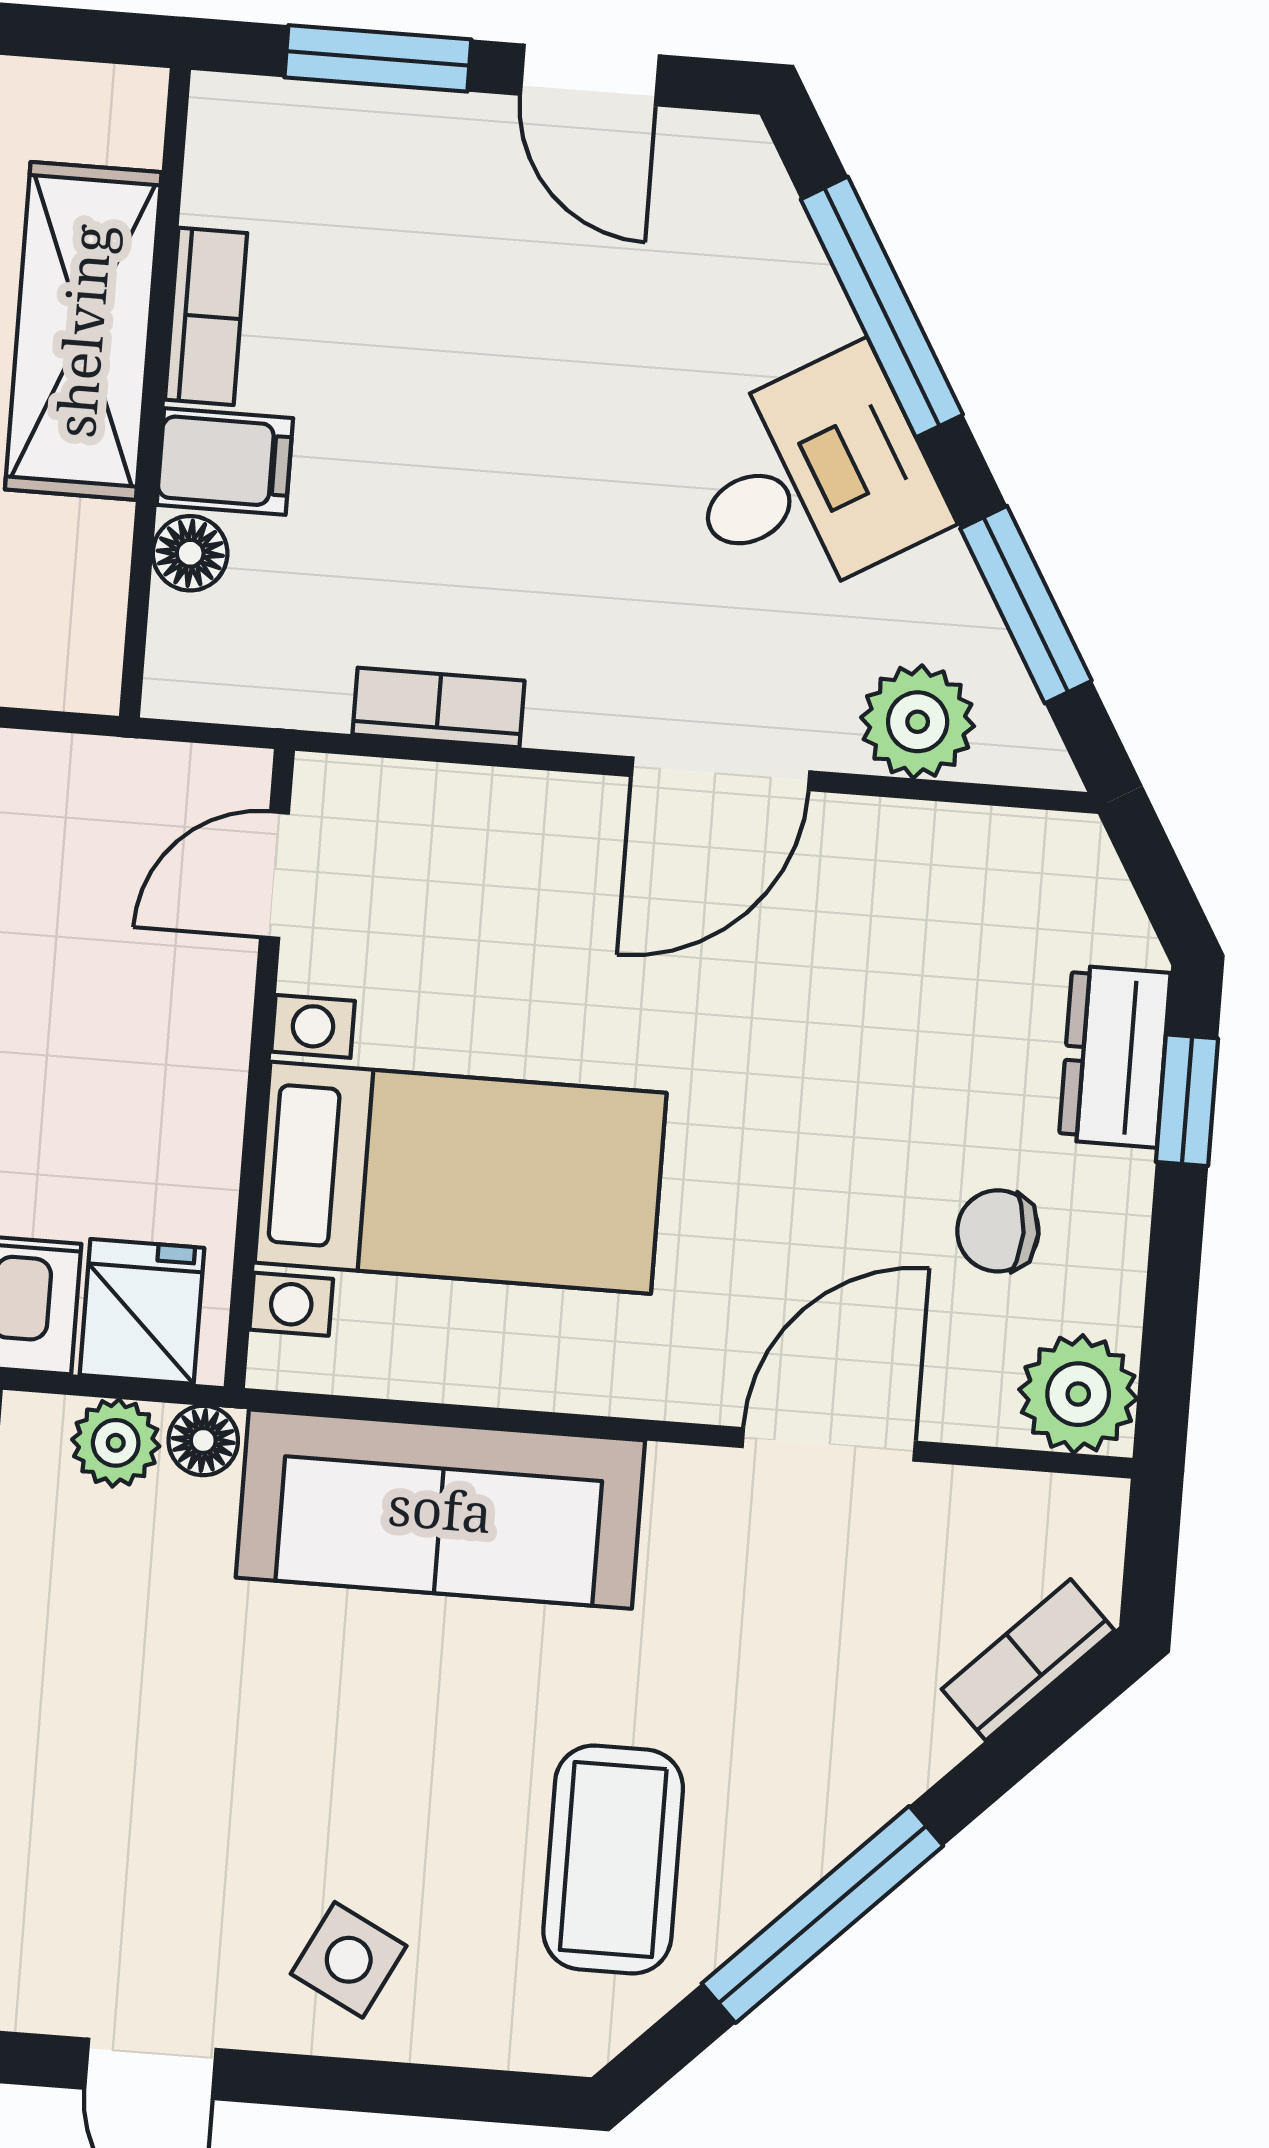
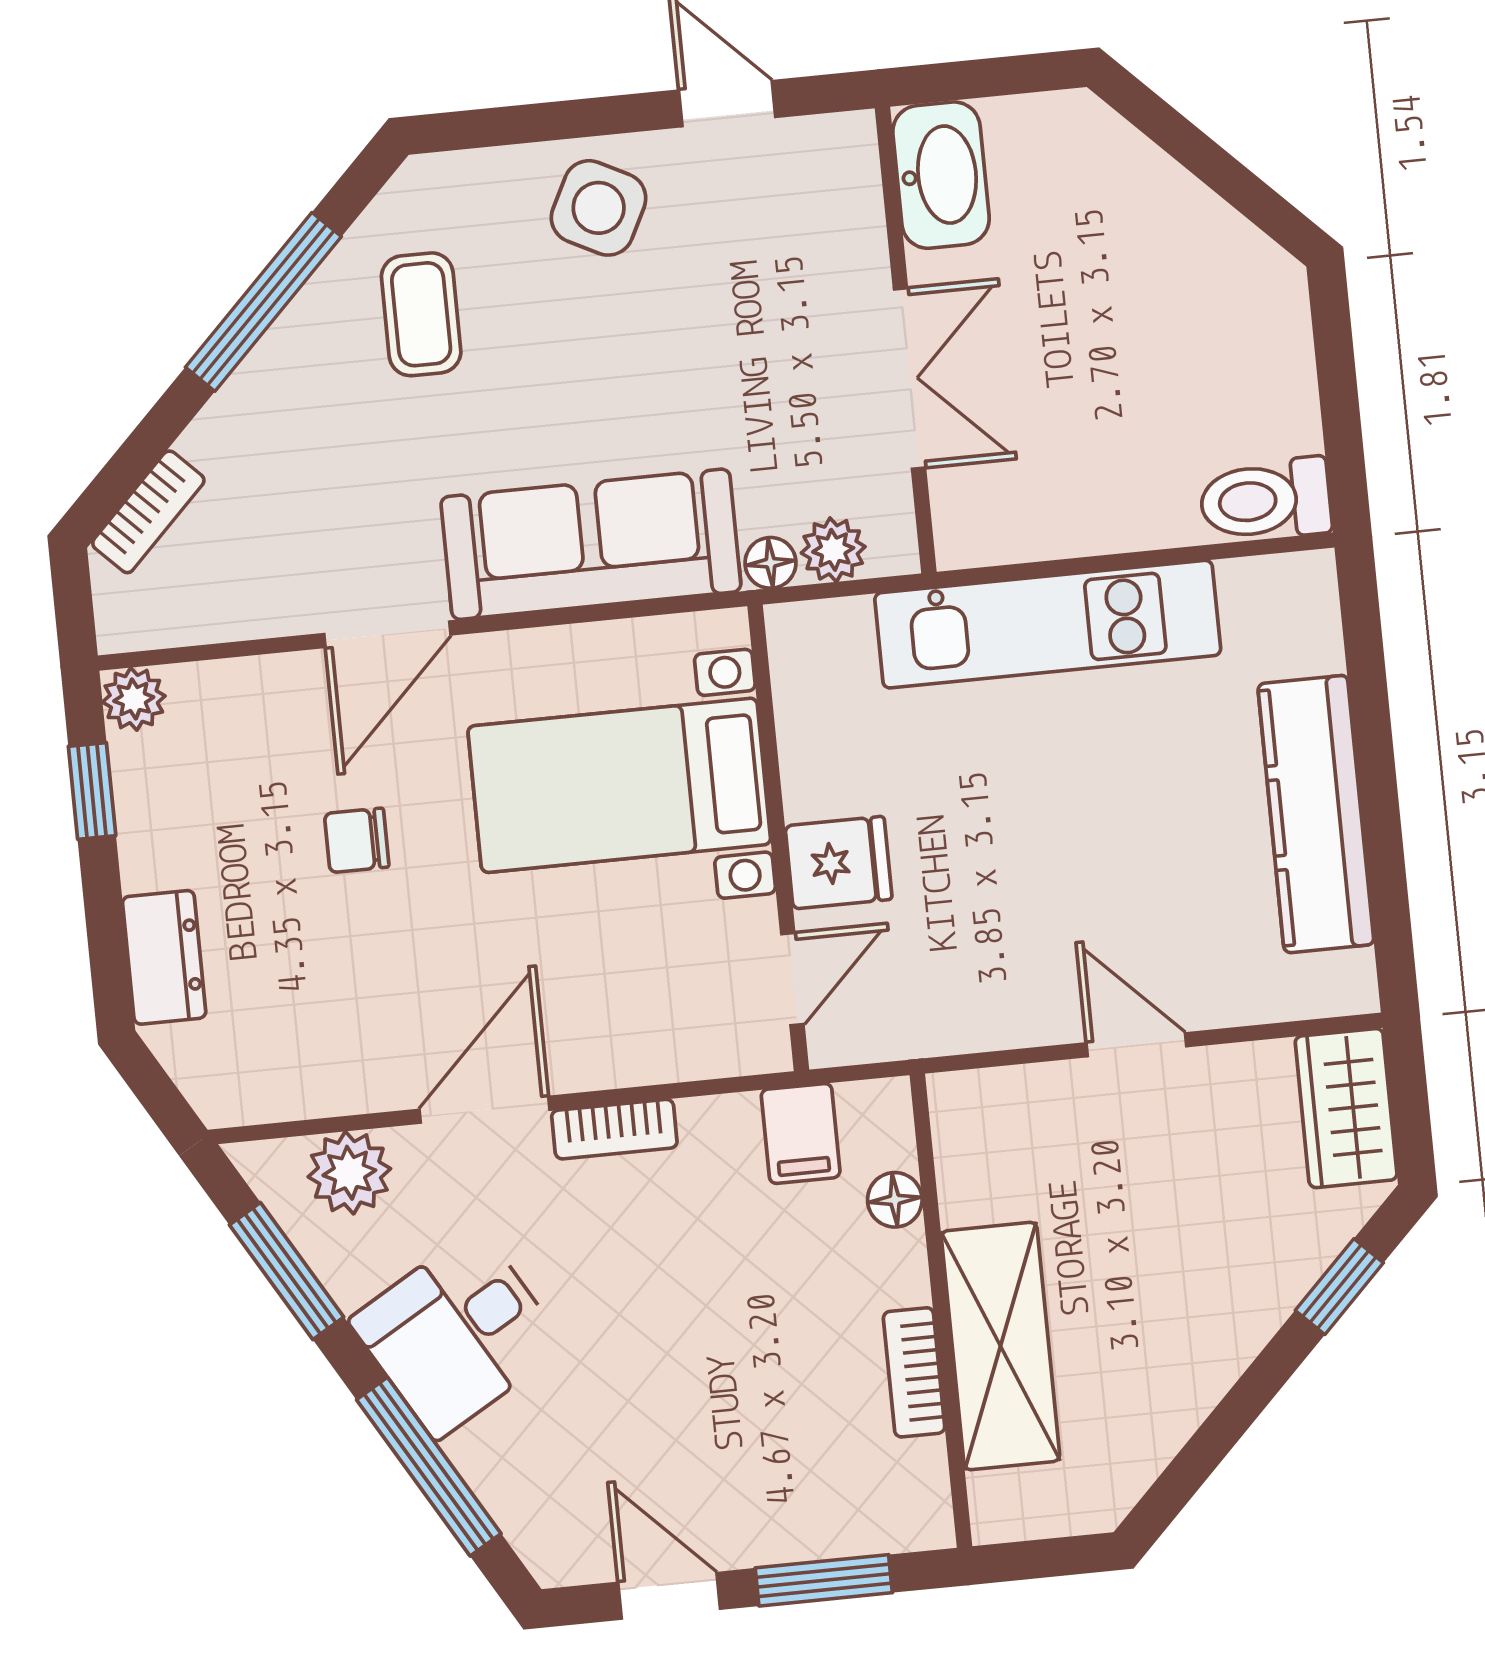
filing cabinet: (225, 461) -> (801, 1133), moved, turned -90
bookcase: (439, 707) -> (614, 1129), moved
window: (1187, 1100) -> (92, 791), moved
chair: (998, 1231) -> (357, 840), moved, turned 180
fridge: (142, 1311) -> (839, 863), moved, turned -90
plant: (1078, 1394) -> (134, 699), width x0.73, depth x0.73
door: (829, 1444) -> (387, 634), moved
coffee table: (613, 1860) -> (421, 314), width x0.73, depth x0.77
side table: (349, 1960) -> (599, 208), width x1.37, depth x1.37

